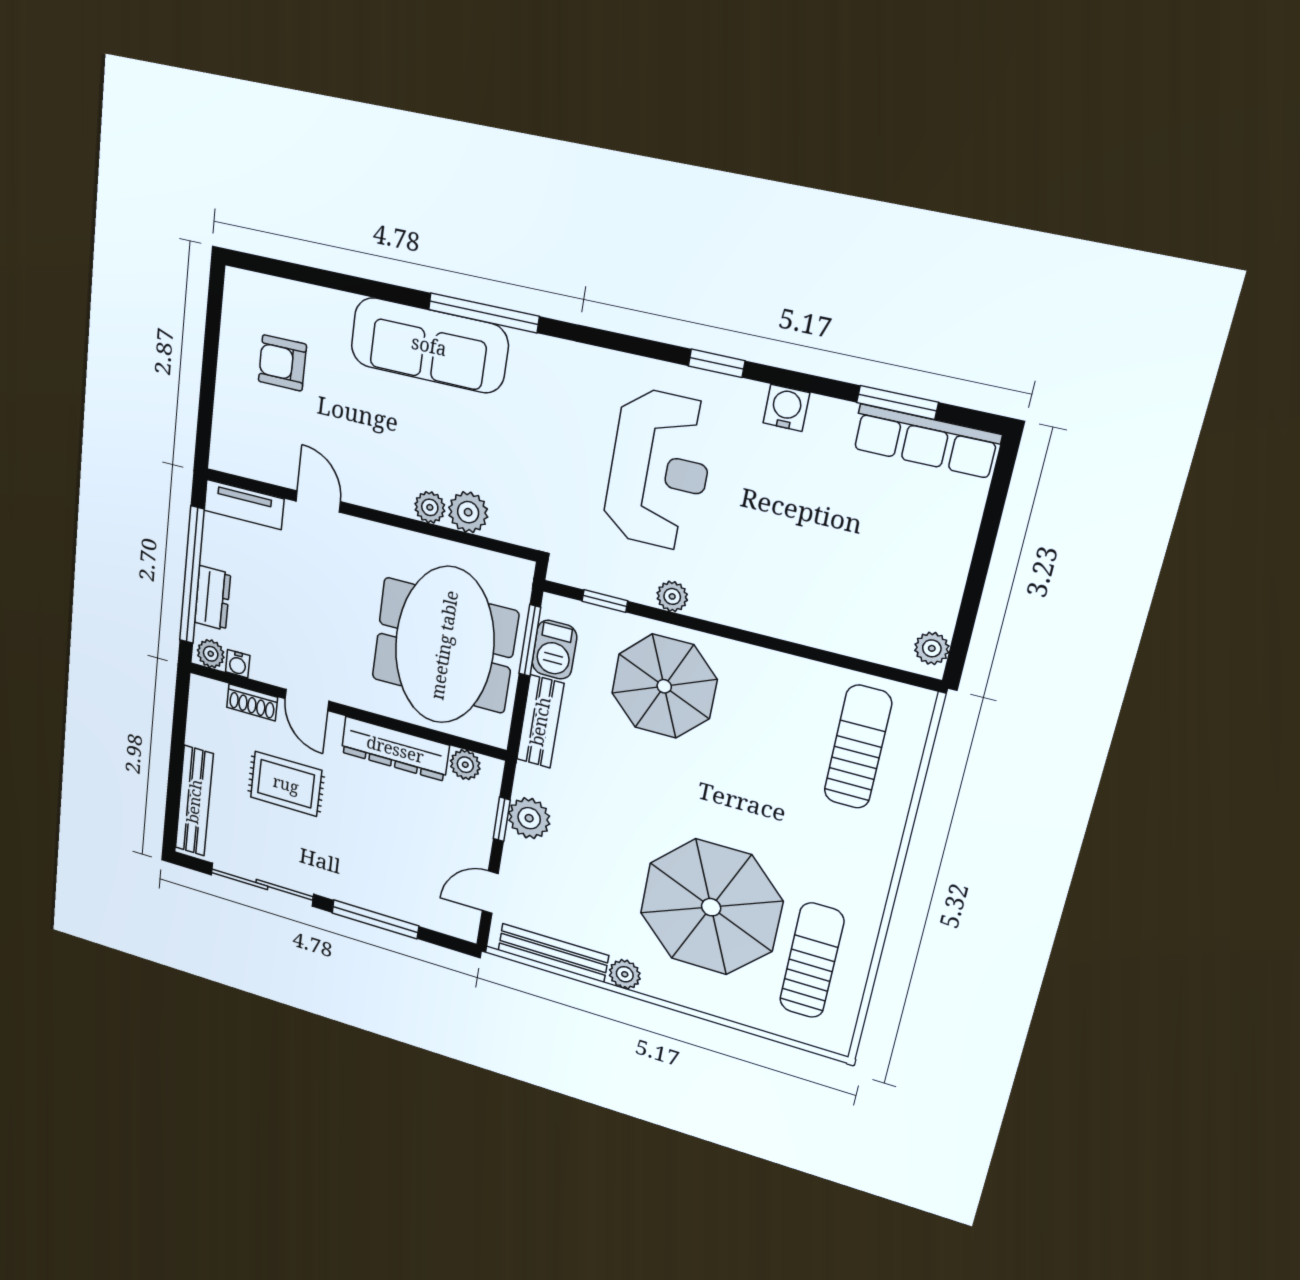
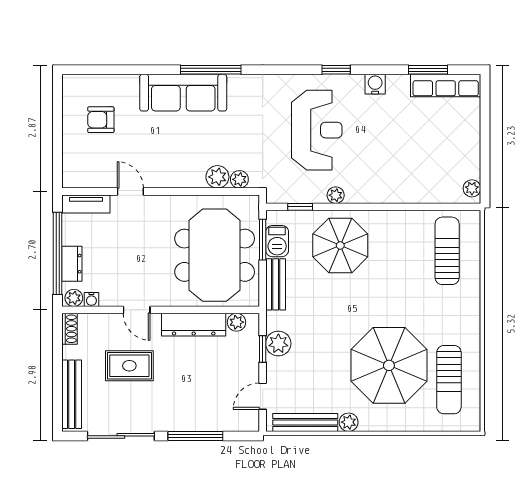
plant: (430, 507) -> (239, 179), moved
shoe rack: (252, 702) -> (70, 329), moved, turned -90
sun lounger: (812, 961) -> (449, 380), turned 180

